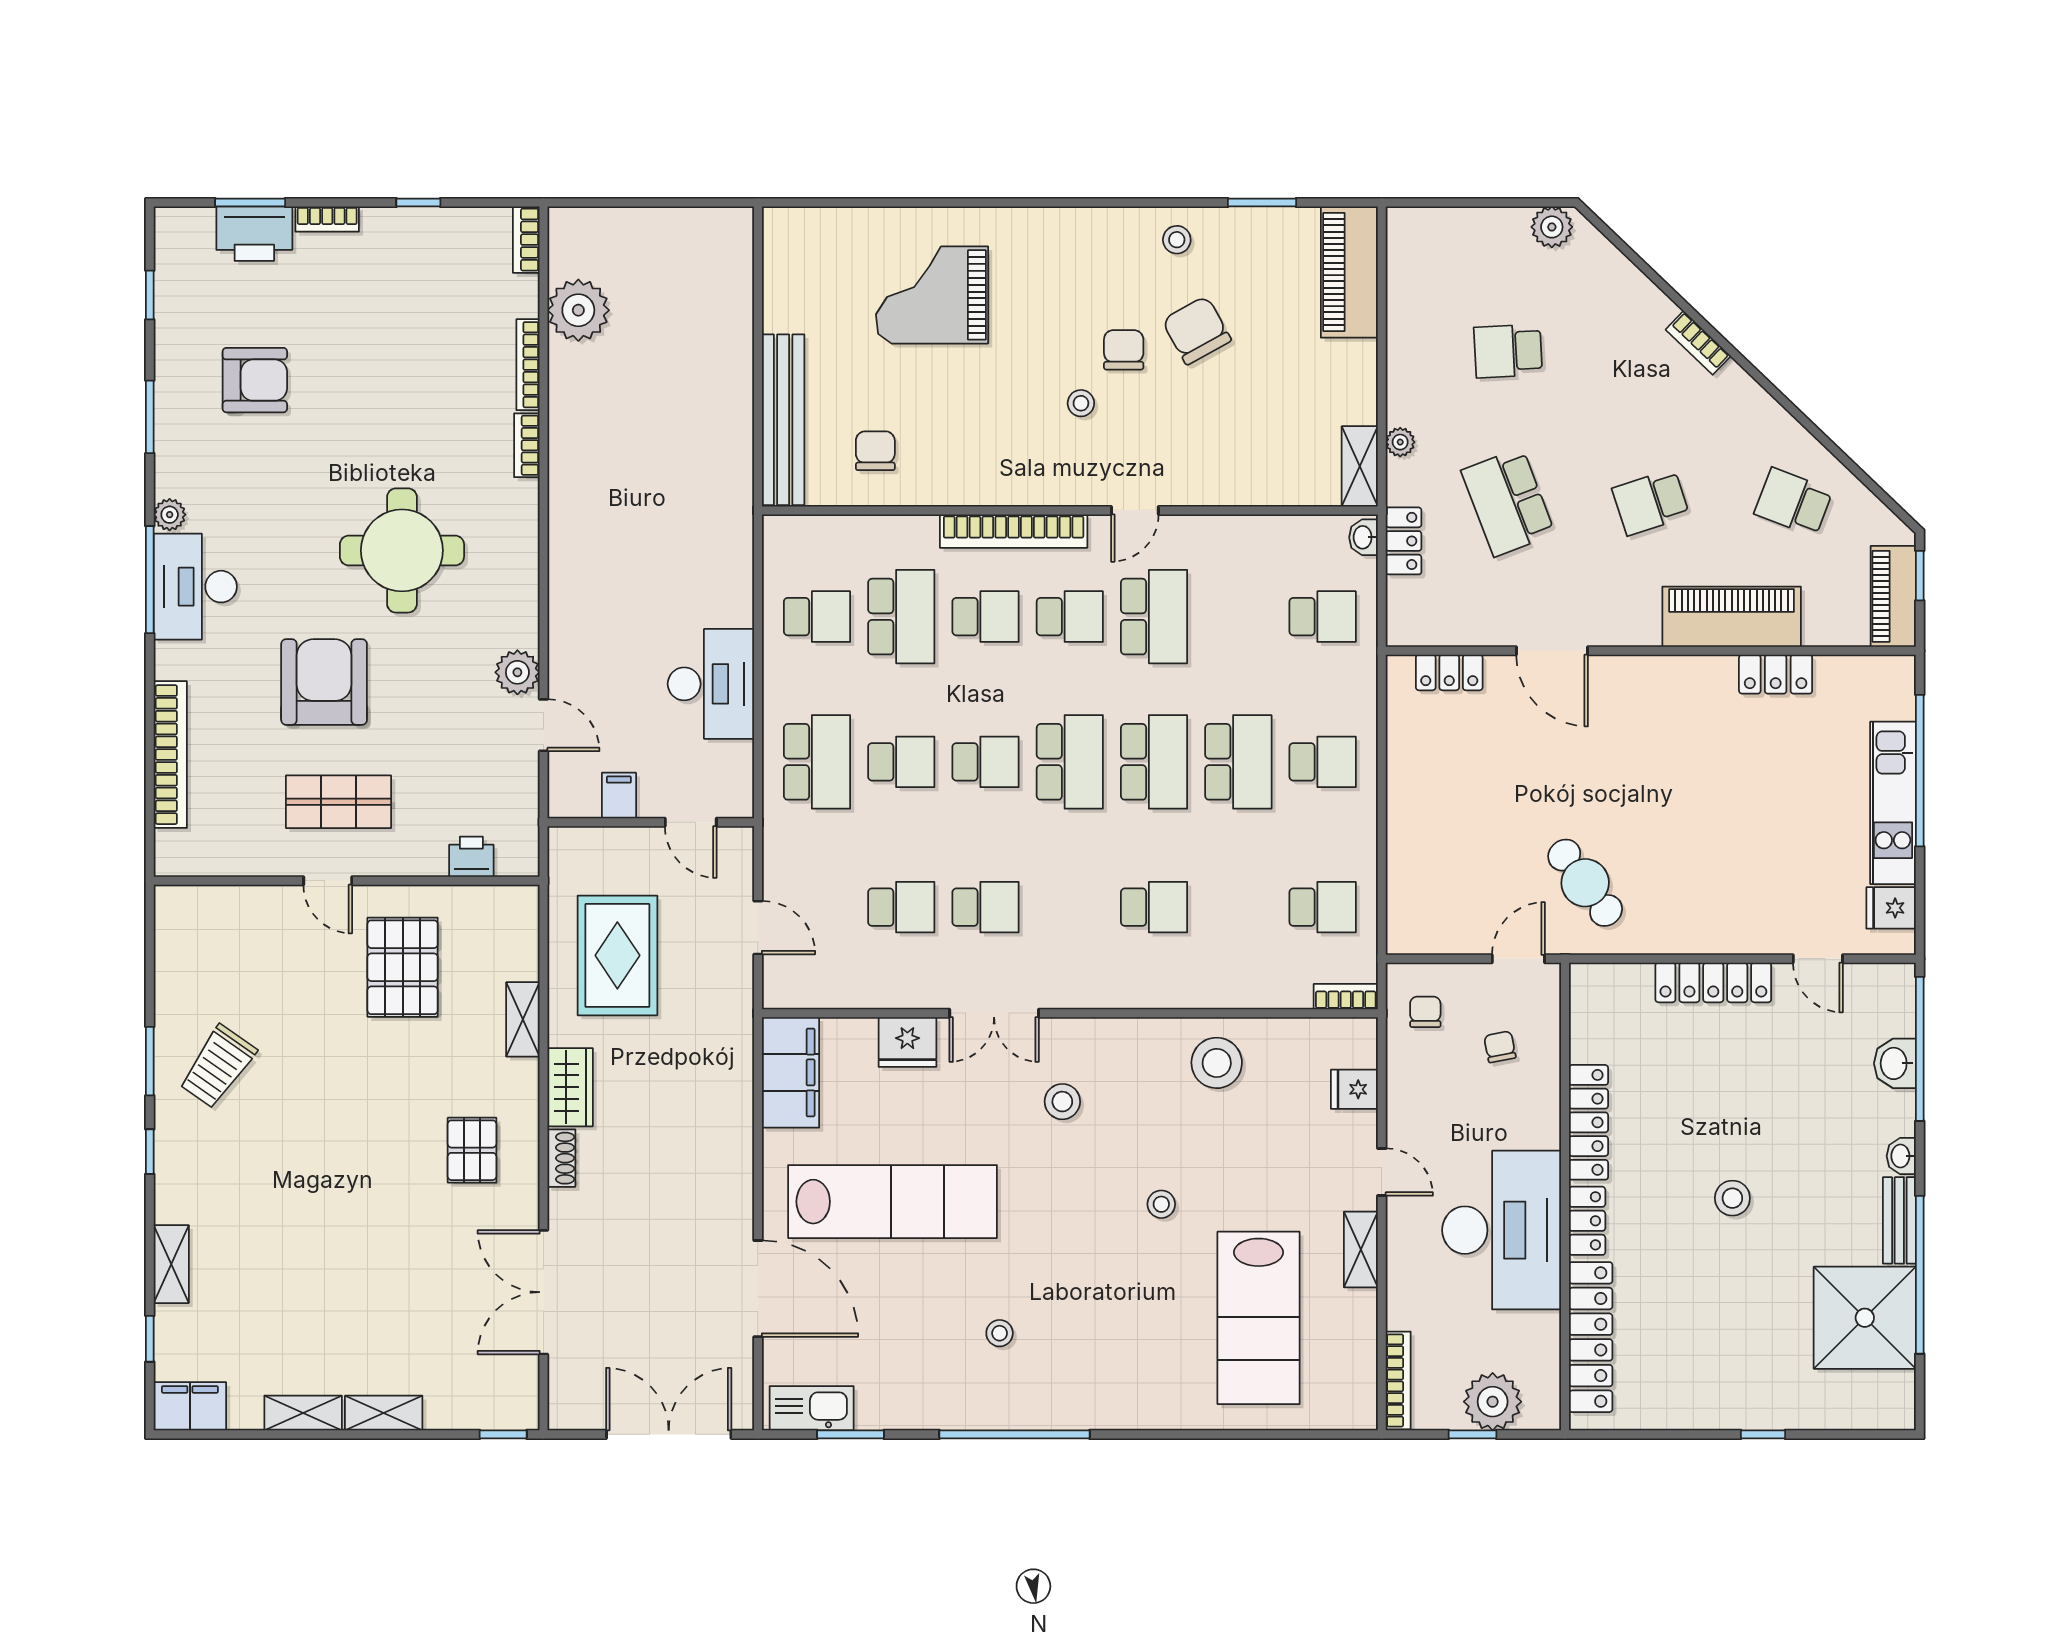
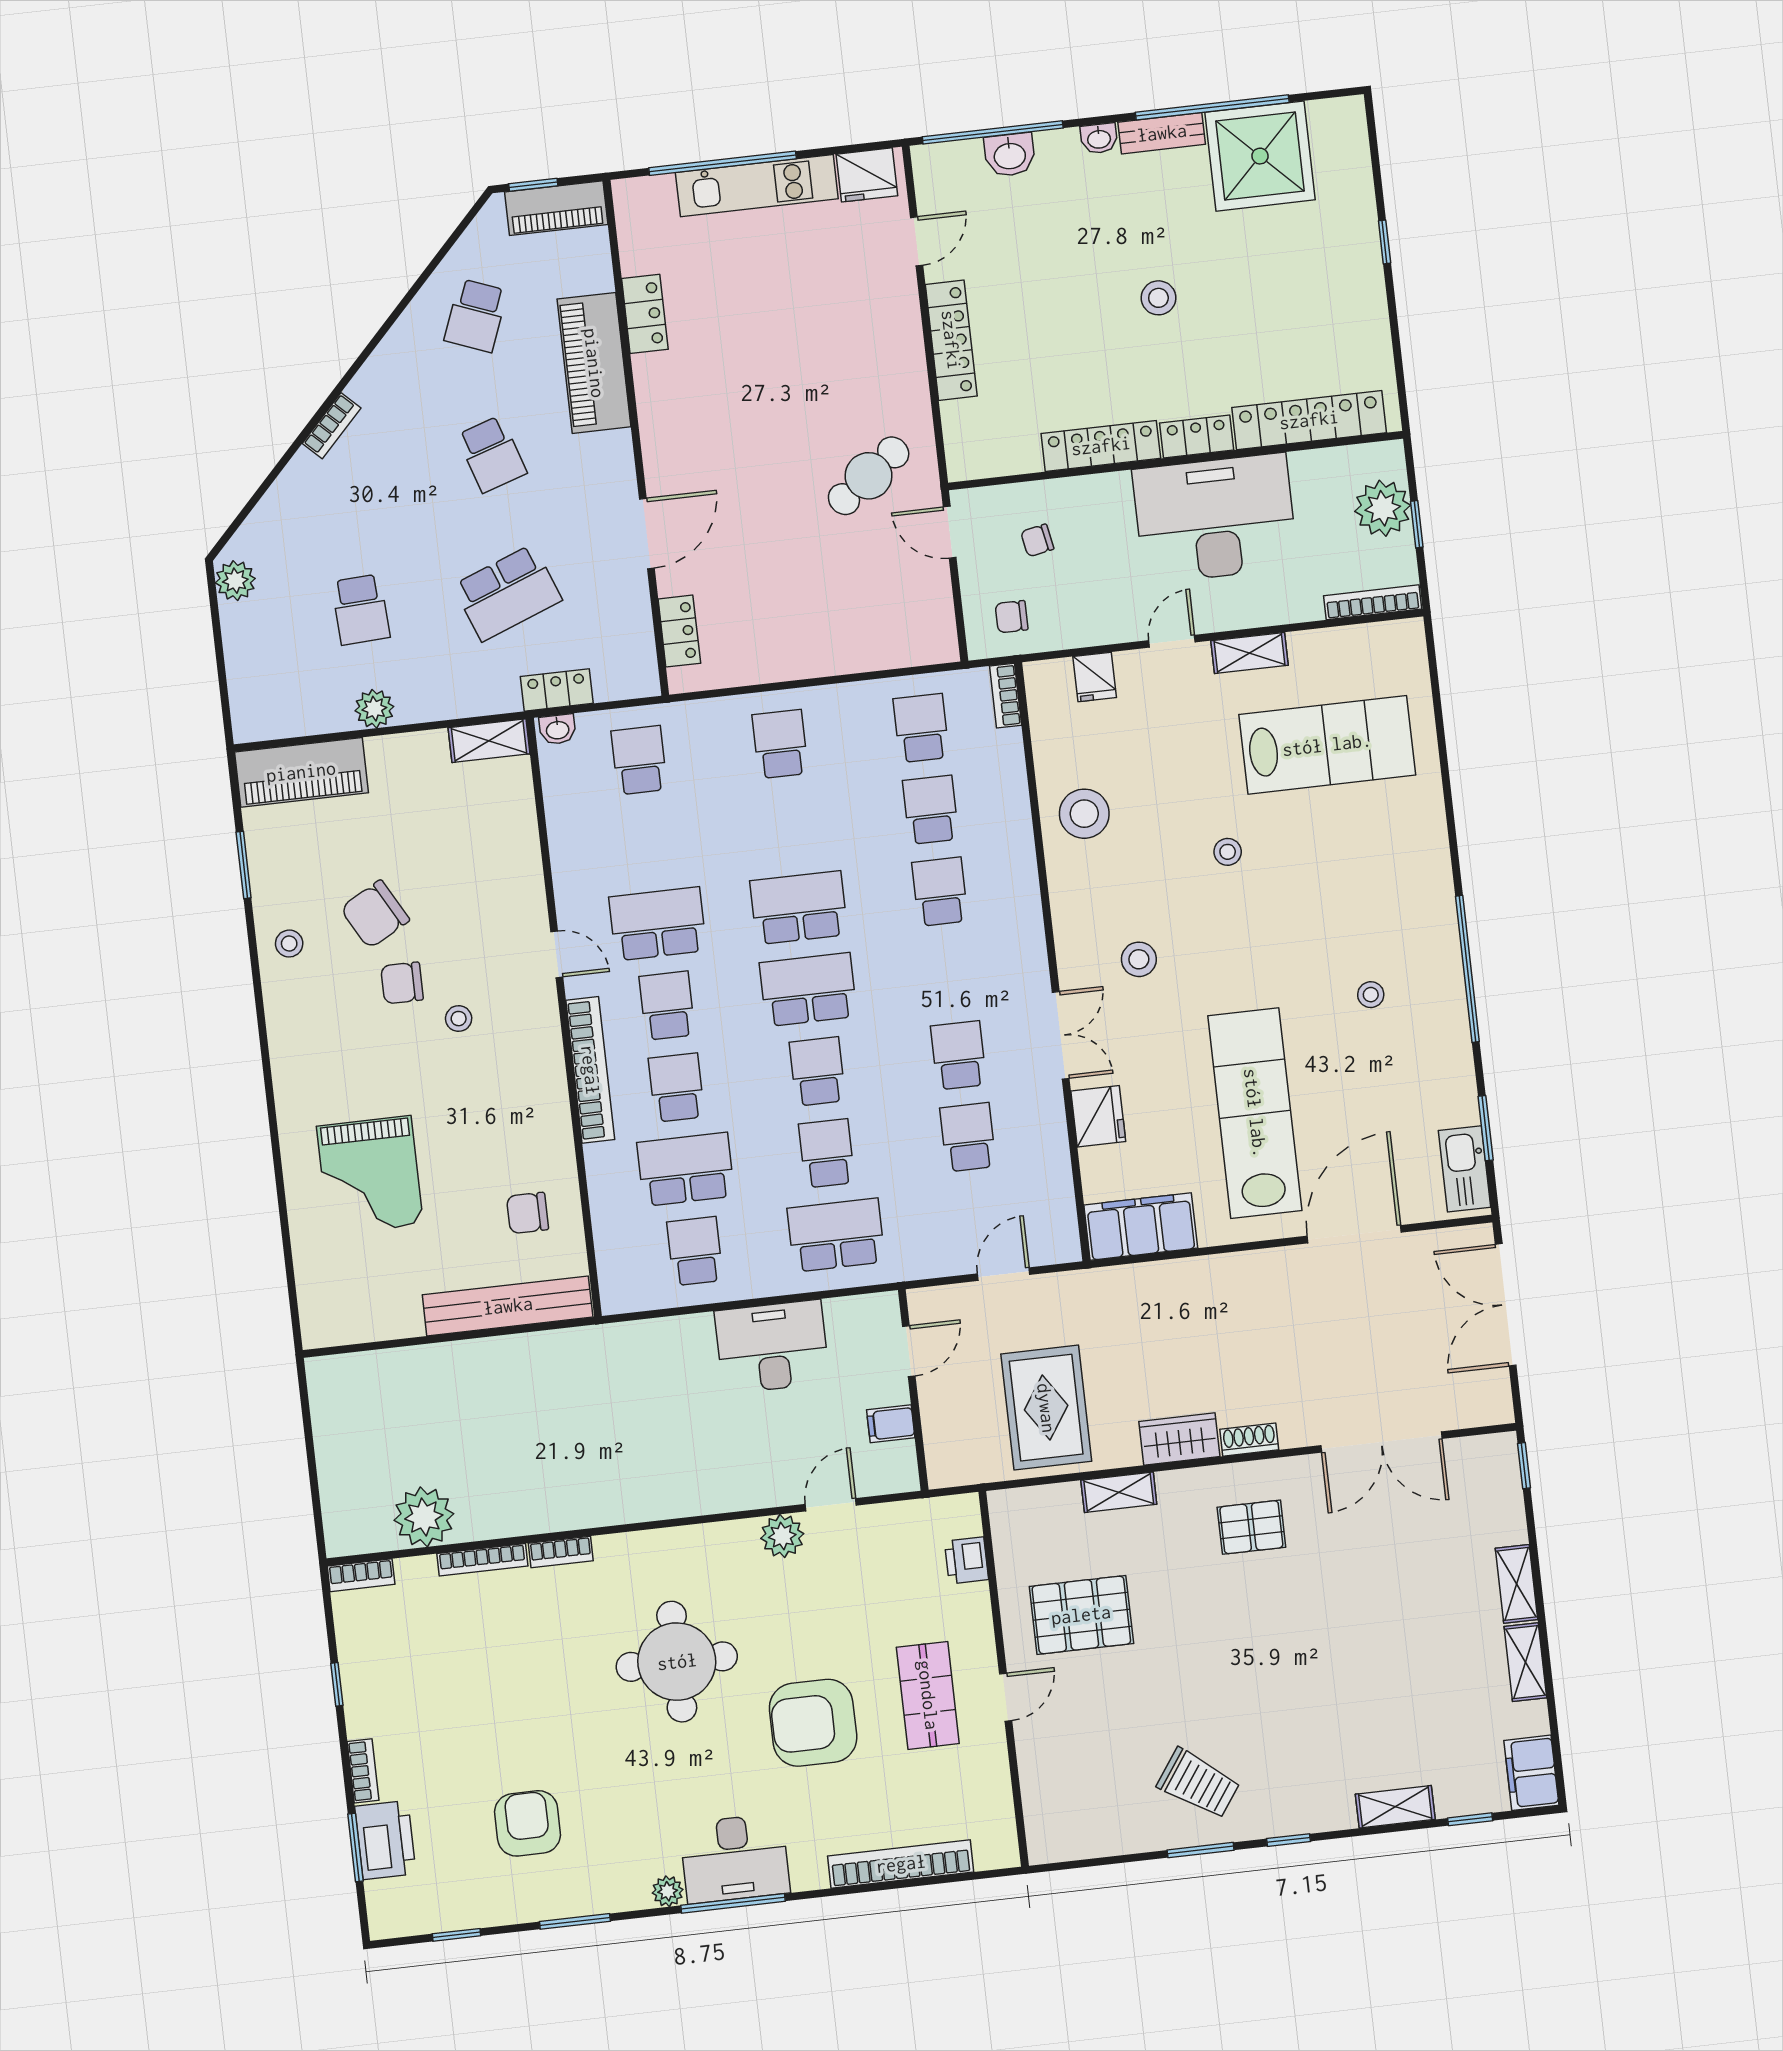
plant: (1400, 442) -> (374, 709), moved, width x1.38, depth x1.38
school desk: (1238, 762) -> (931, 810), moved, width x0.54
fridge: (1891, 908) -> (867, 175), width x1.38
rug: (617, 955) -> (1046, 1408), turned 90

